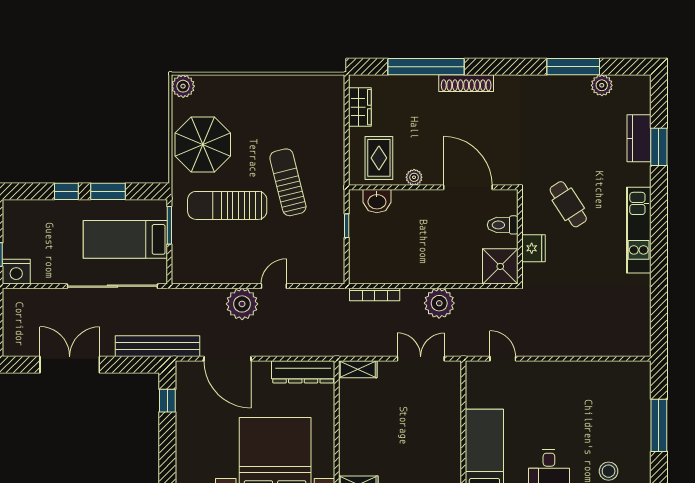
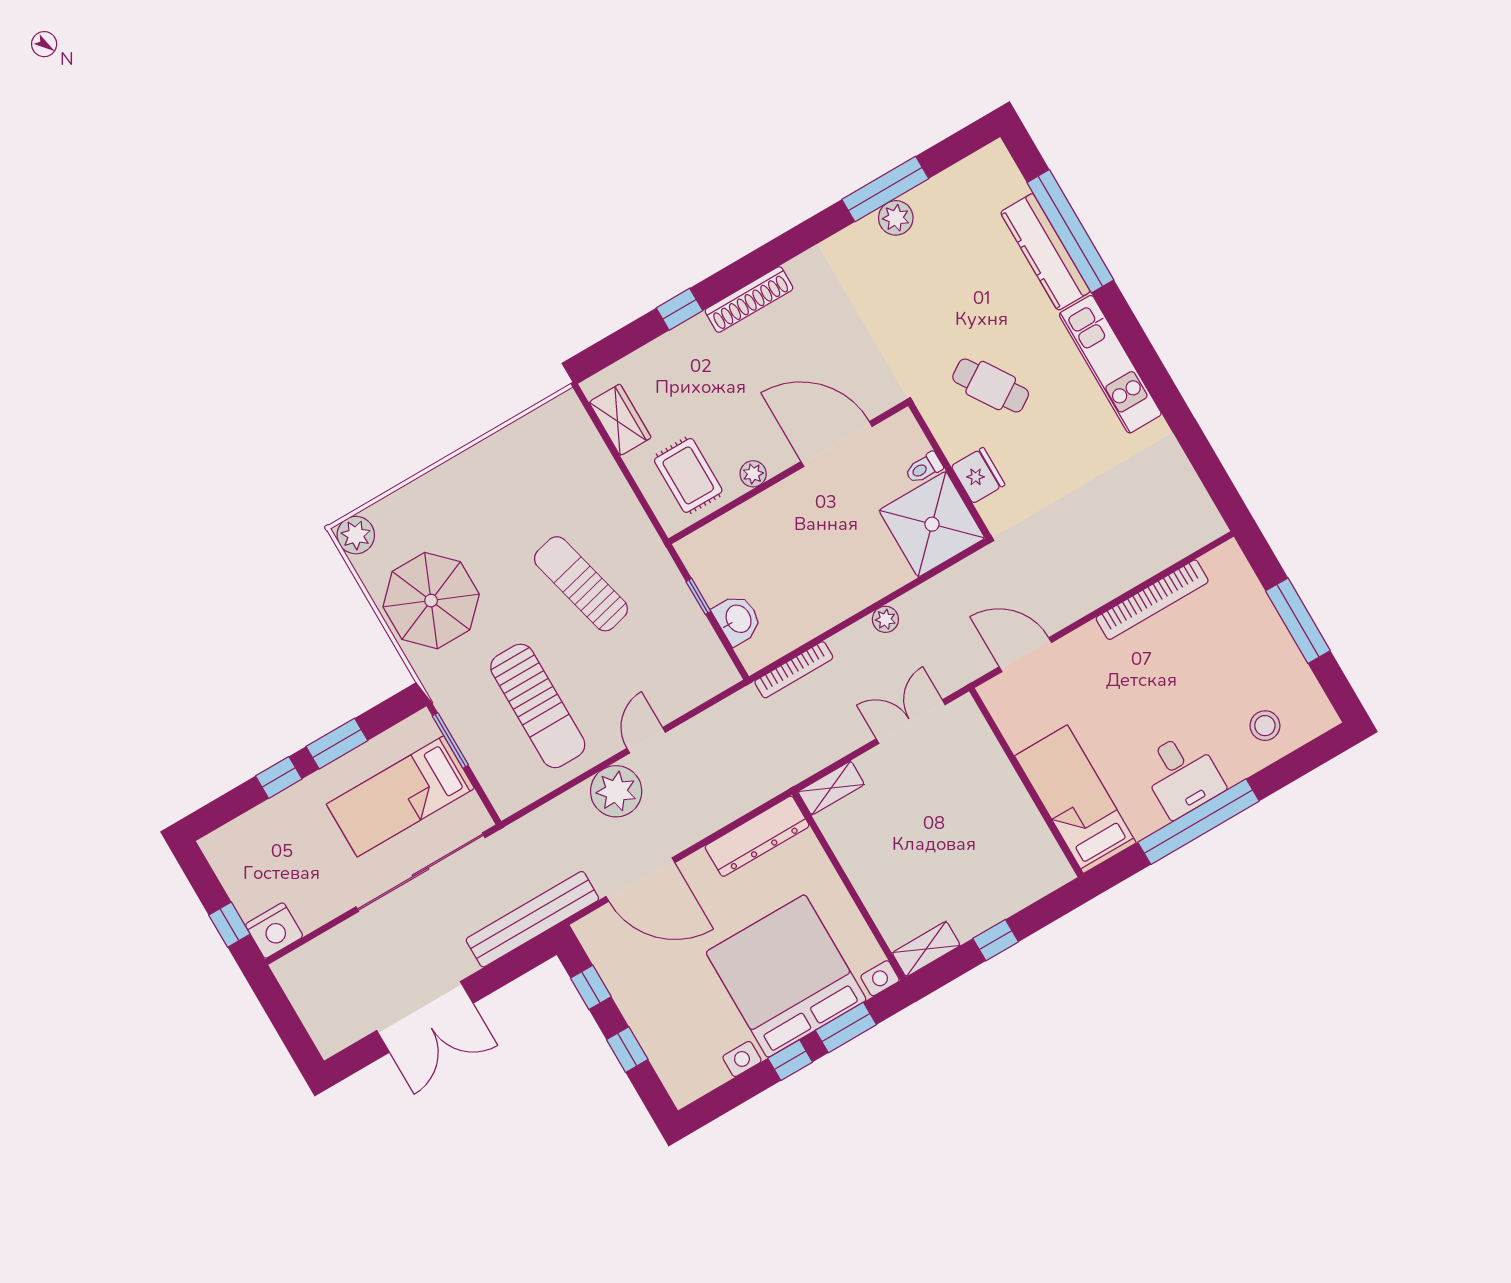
window: (426, 67) -> (679, 309), width x0.32
plant: (602, 85) -> (896, 218), moved
kitchen counter: (639, 138) -> (1045, 252), width x1.50
window: (659, 147) -> (1070, 231), width x2.11
washbasin: (377, 201) -> (738, 619), moved, turned -90
sun lounger: (227, 205) -> (538, 706), moved, turned -90
toilet: (503, 225) -> (924, 468), width x0.73, depth x0.72
shower: (500, 266) -> (932, 524), width x1.37, depth x1.37
plant: (439, 303) -> (885, 619), width x0.53, depth x0.53
door: (503, 359) -> (1025, 655), width x1.38
double door: (70, 365) -> (425, 1017), swing flipped
bookcase: (588, 369) -> (1152, 600), added
window: (167, 445) -> (627, 1050), added

